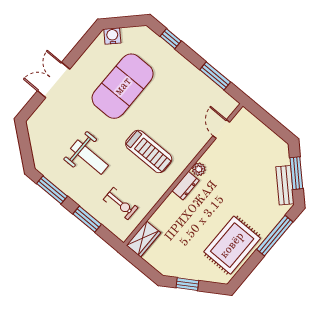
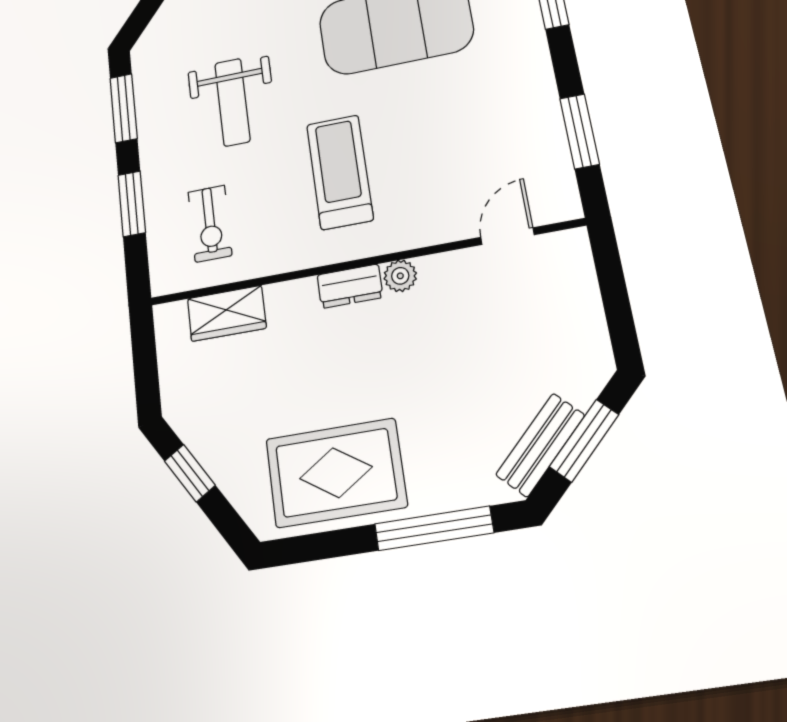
treadmill: (149, 151) -> (340, 172), turned 180
wardrobe: (144, 239) -> (227, 313), moved

